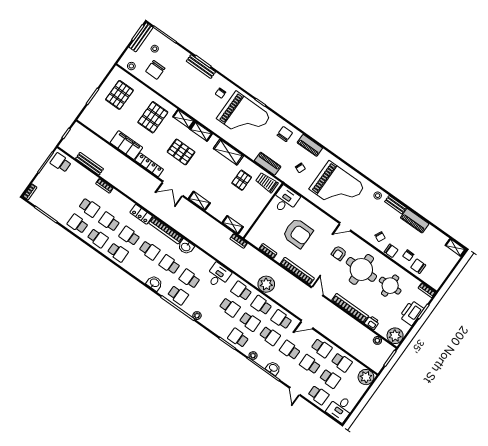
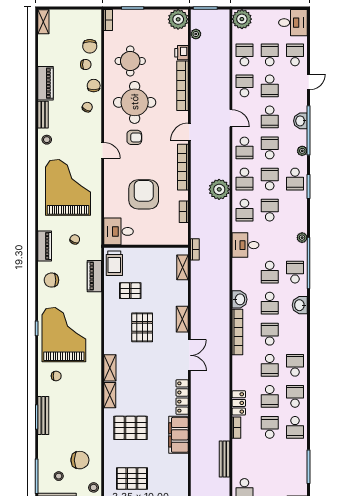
pallet: (181, 152) -> (142, 327), moved
shelving: (228, 152) -> (111, 325), removed
locker: (141, 214) -> (239, 403), moved
printer: (412, 313) -> (143, 19), removed

